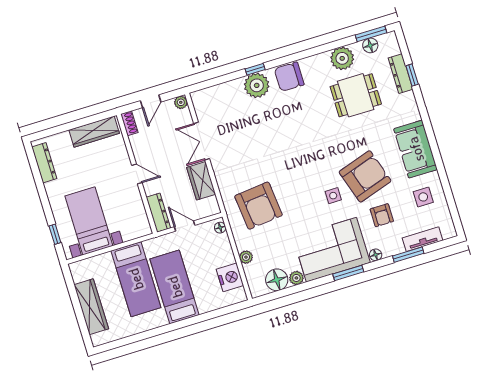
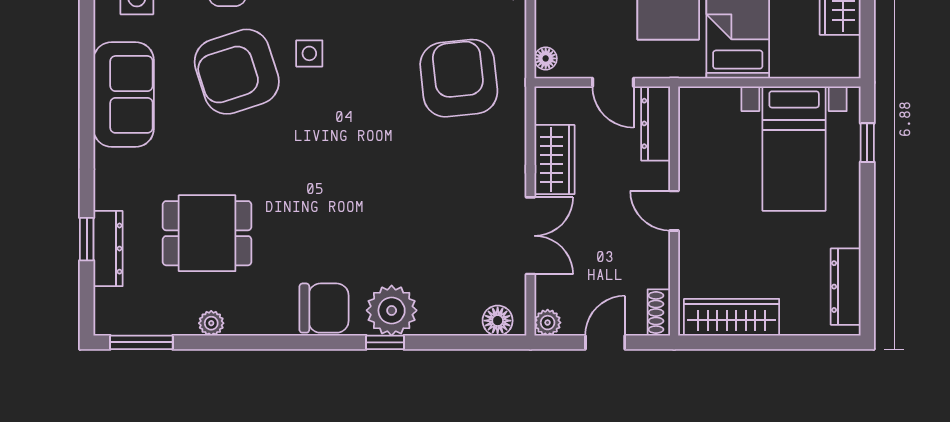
floor lamp: (370, 45) -> (498, 321), moved
plant: (342, 58) -> (211, 323), width x0.53, depth x0.53

